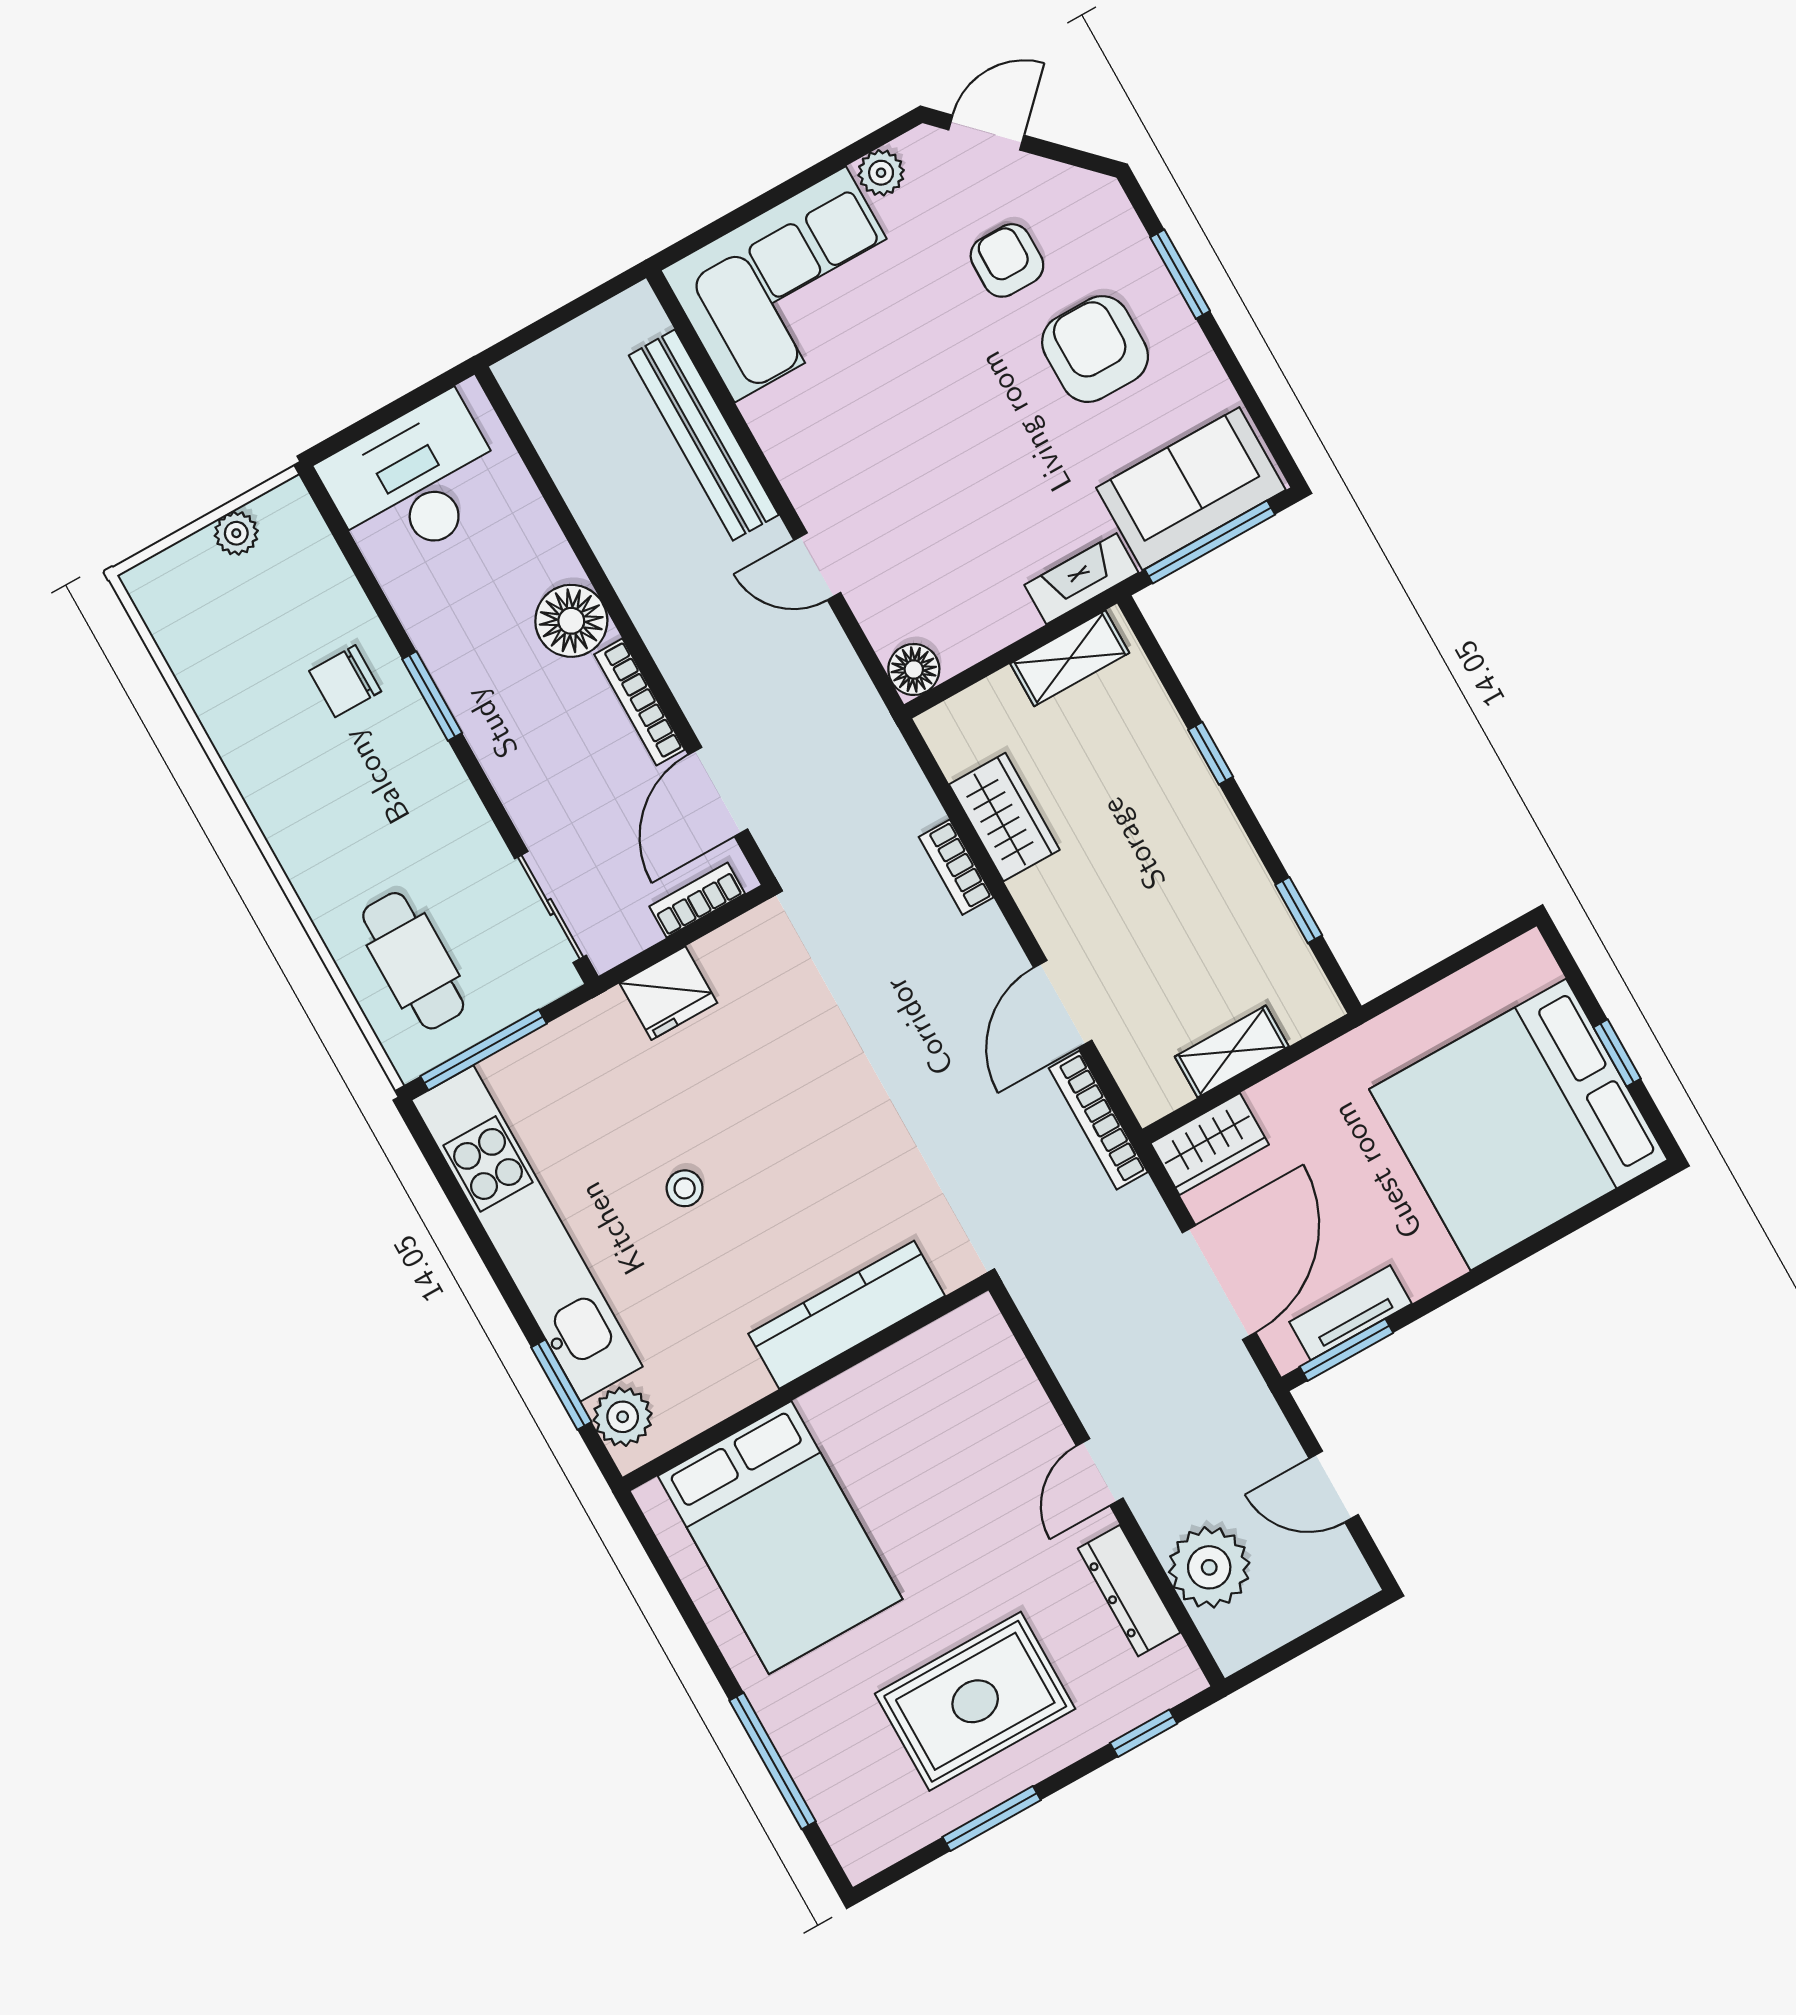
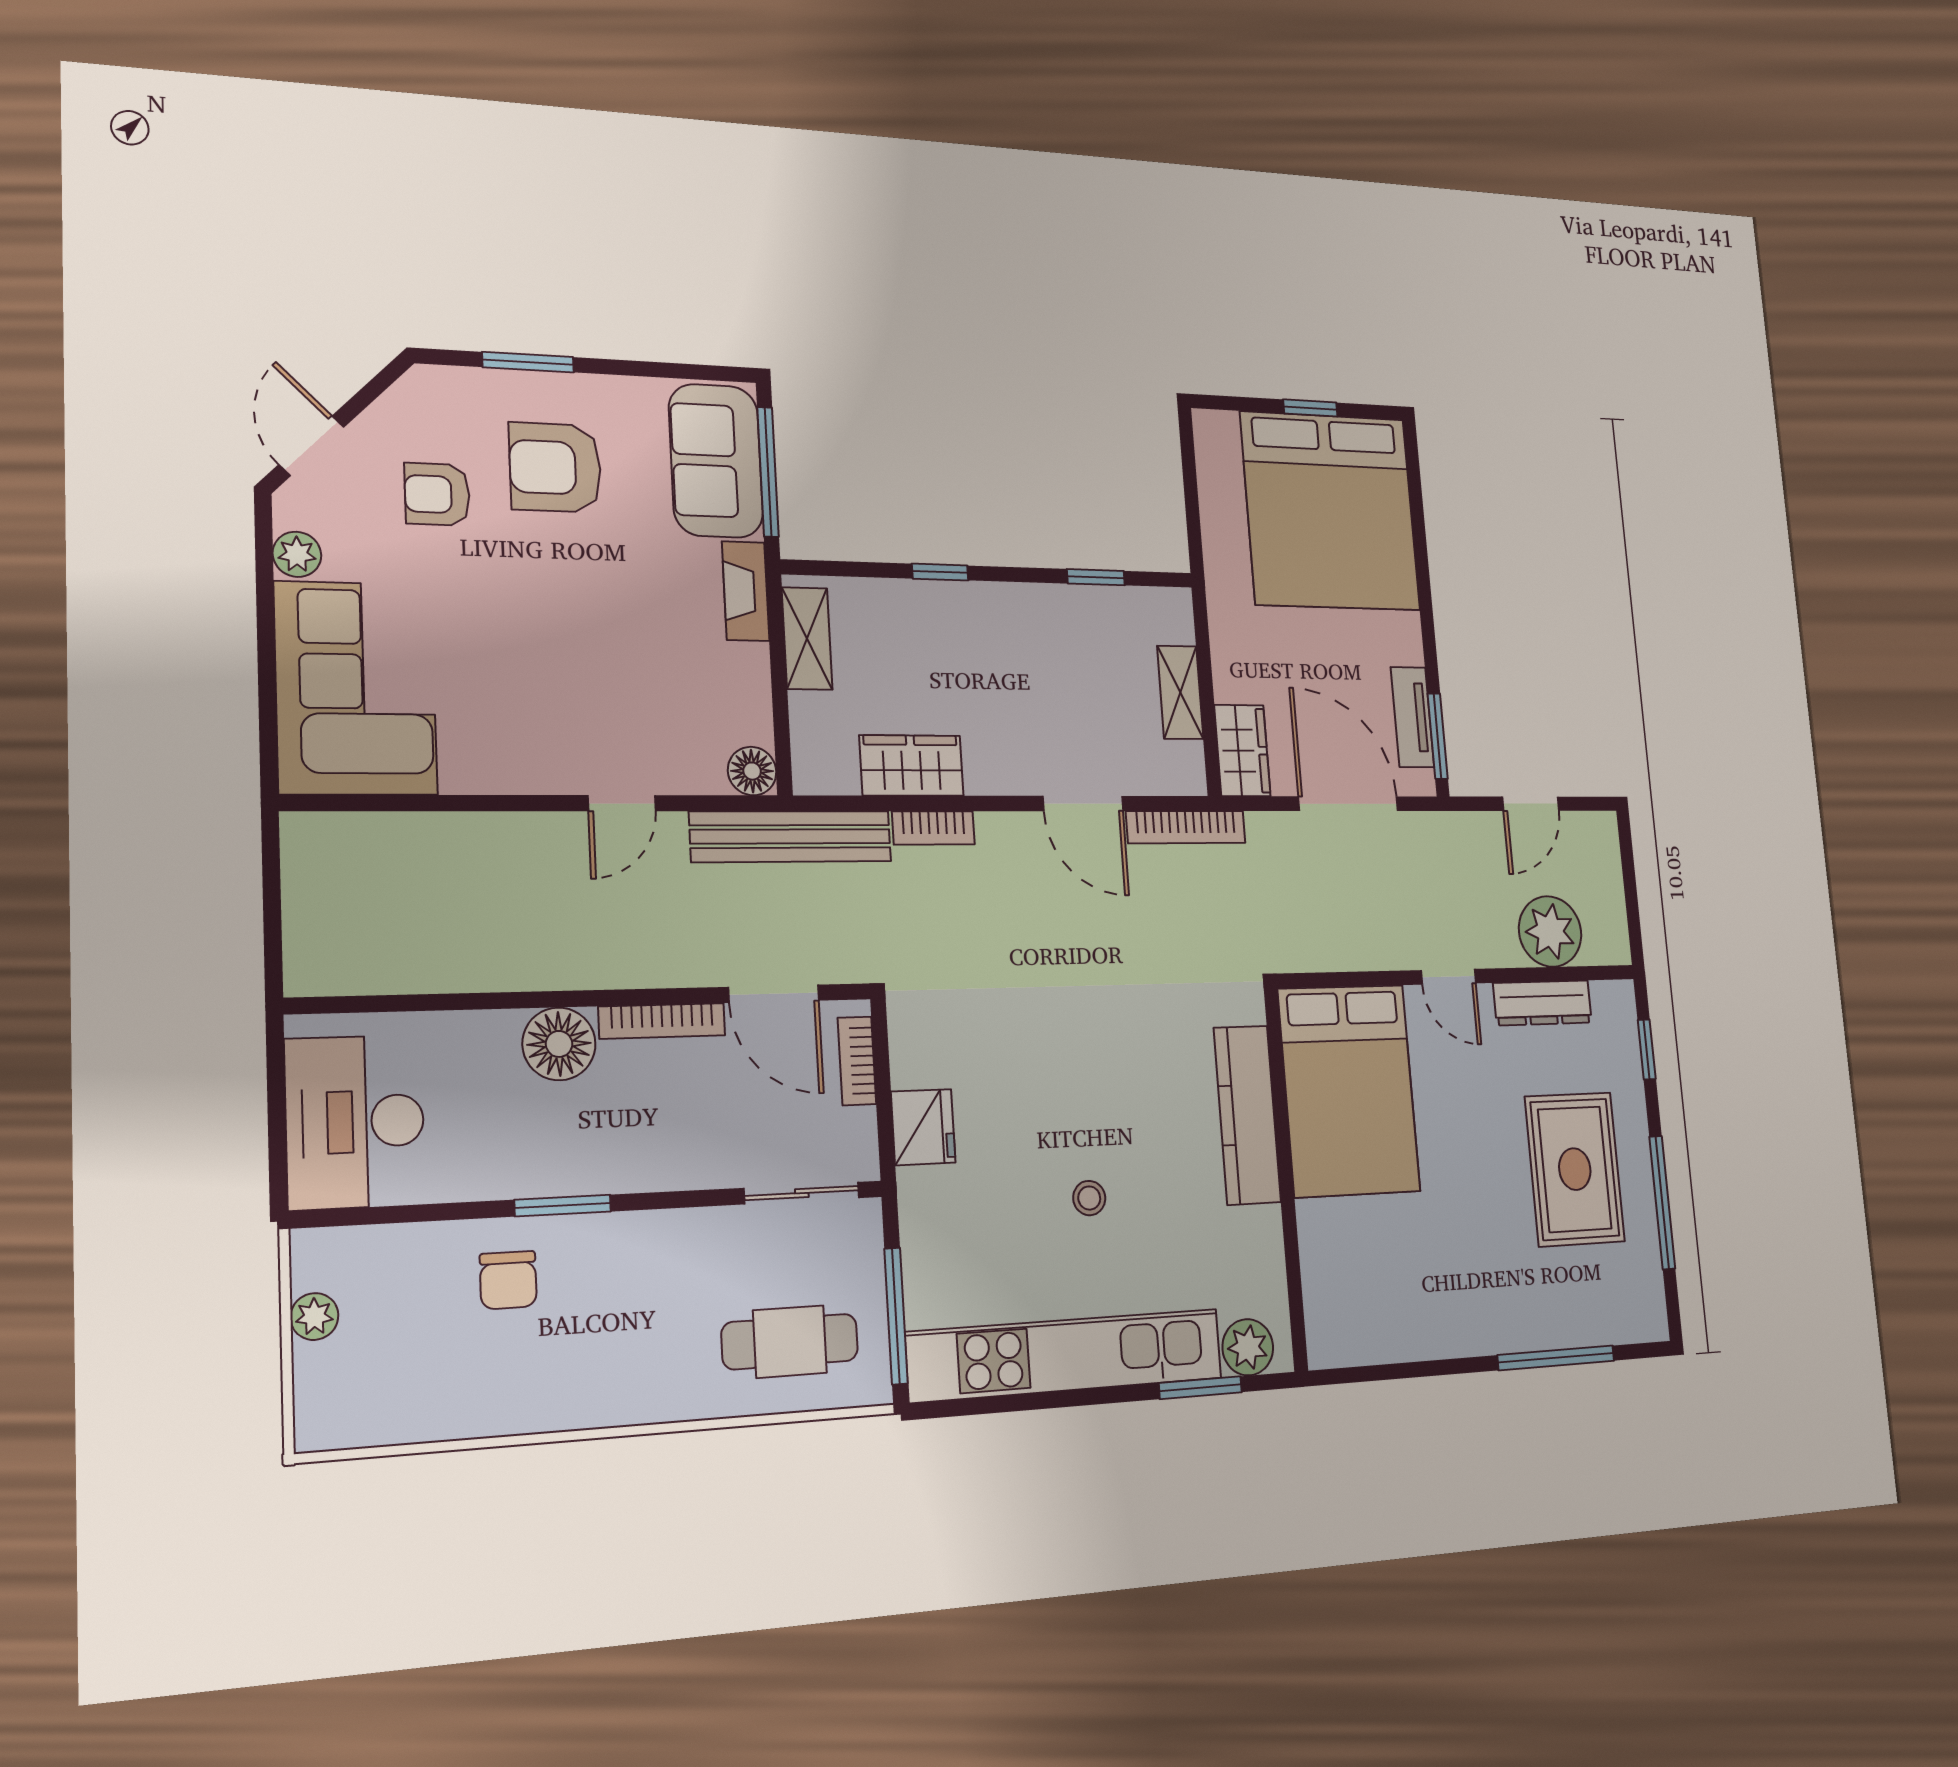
bench: (704, 435) -> (791, 836), moved
bed: (780, 1538) -> (1349, 1090), moved, turned 90
window: (992, 1819) -> (1662, 1202), width x1.44

